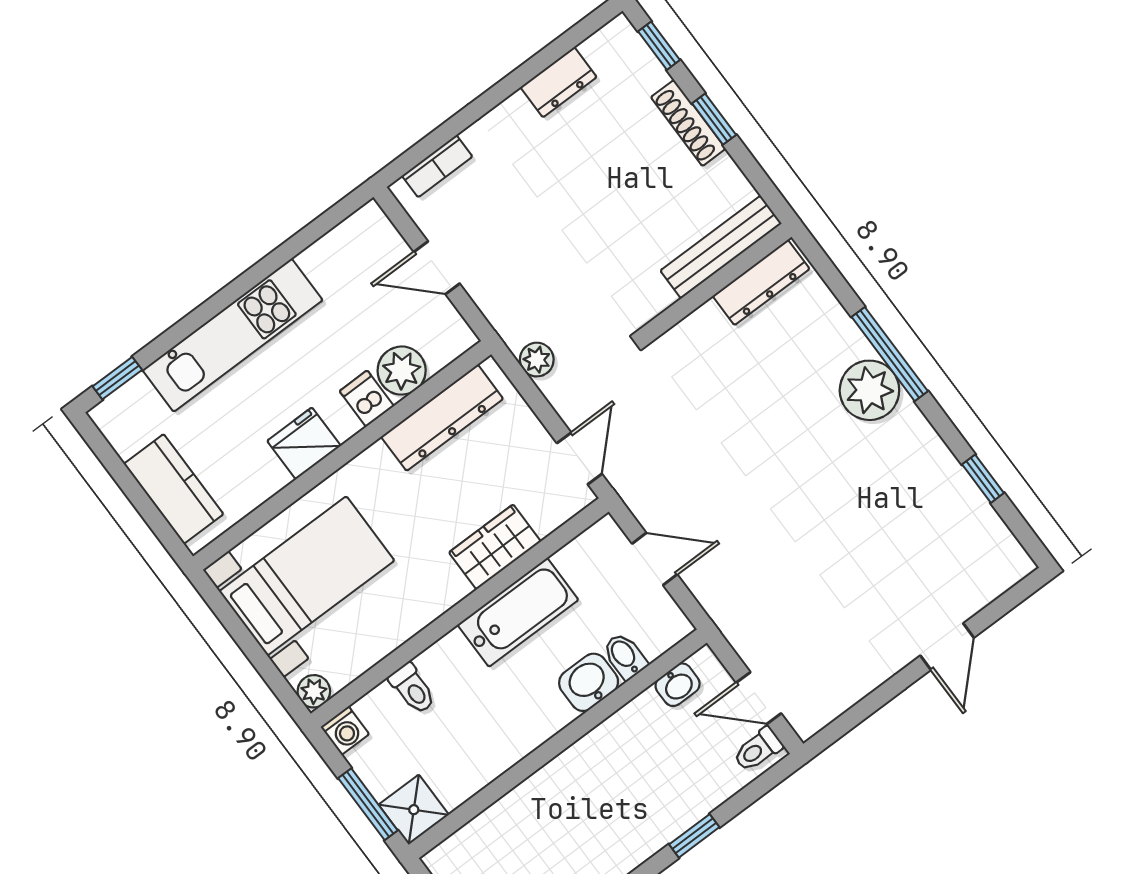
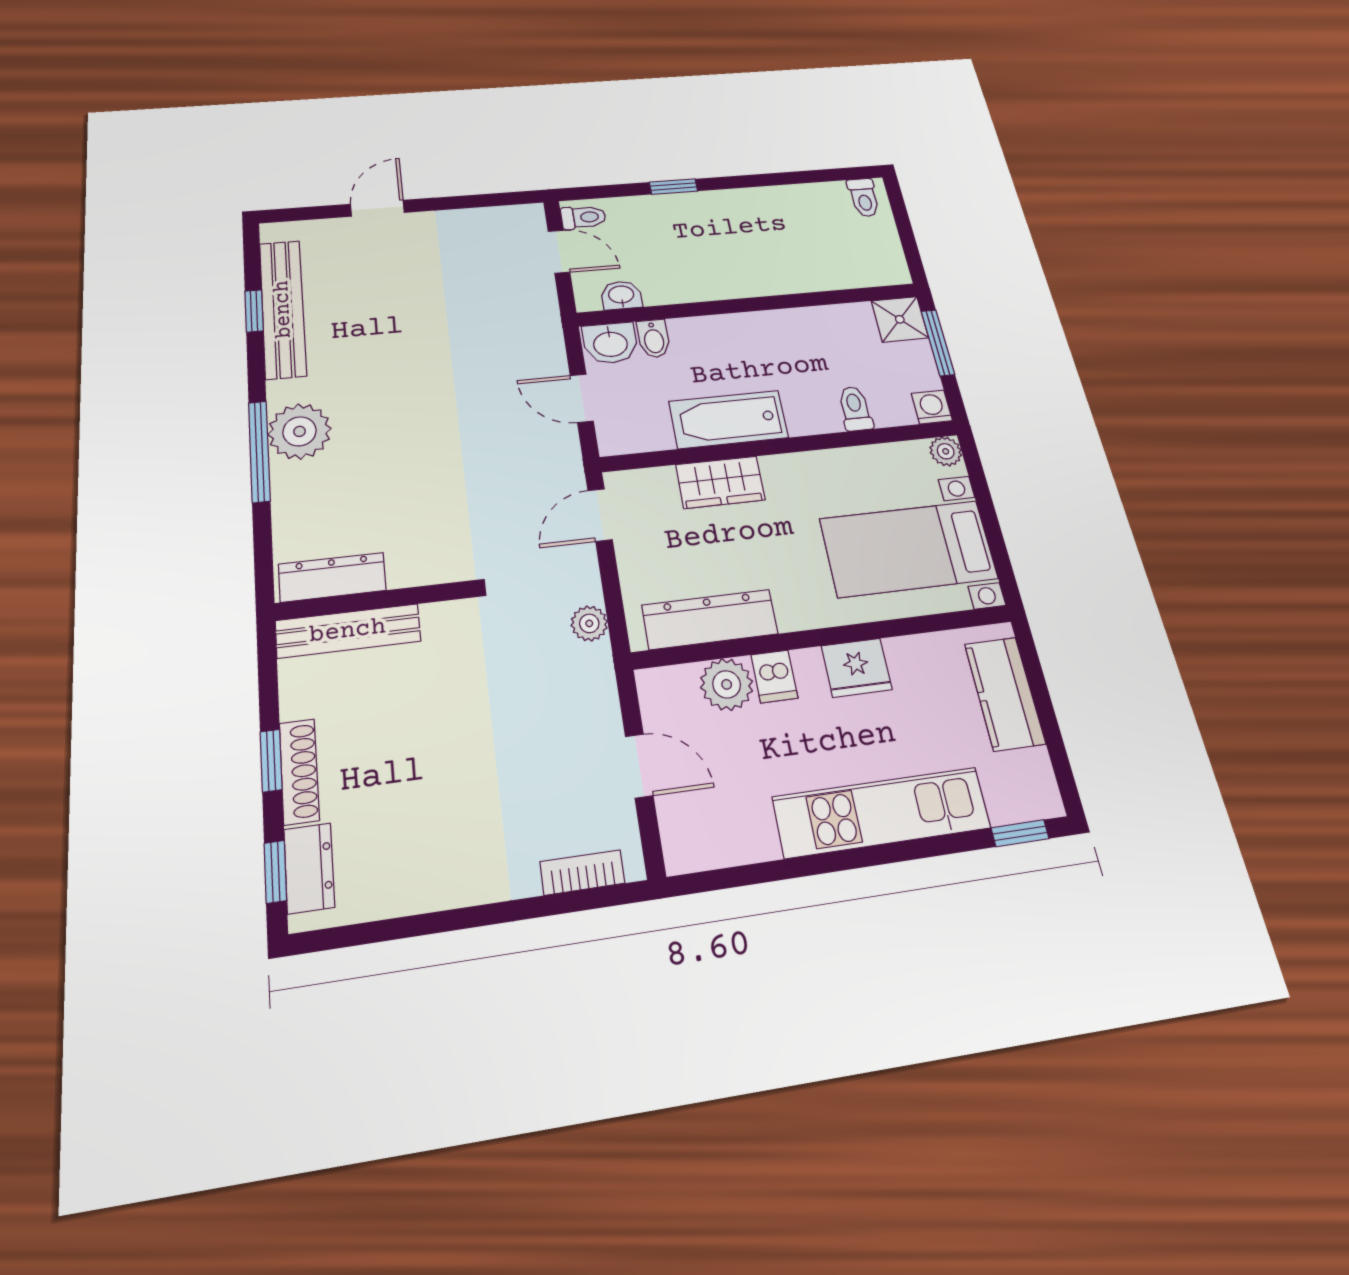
dresser: (558, 82) -> (309, 868), moved, turned 90
bench: (961, 495) -> (283, 309), added
washbasin: (589, 682) -> (610, 343), moved

